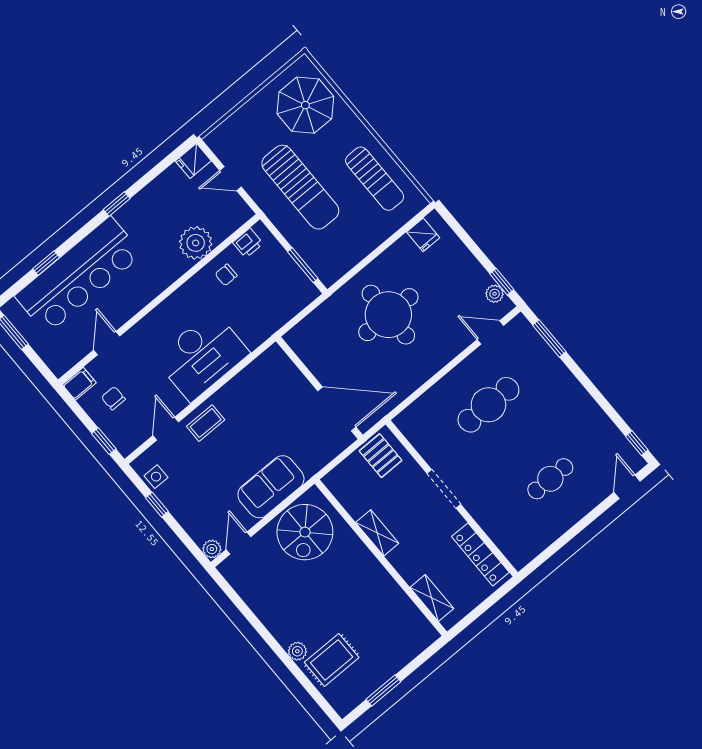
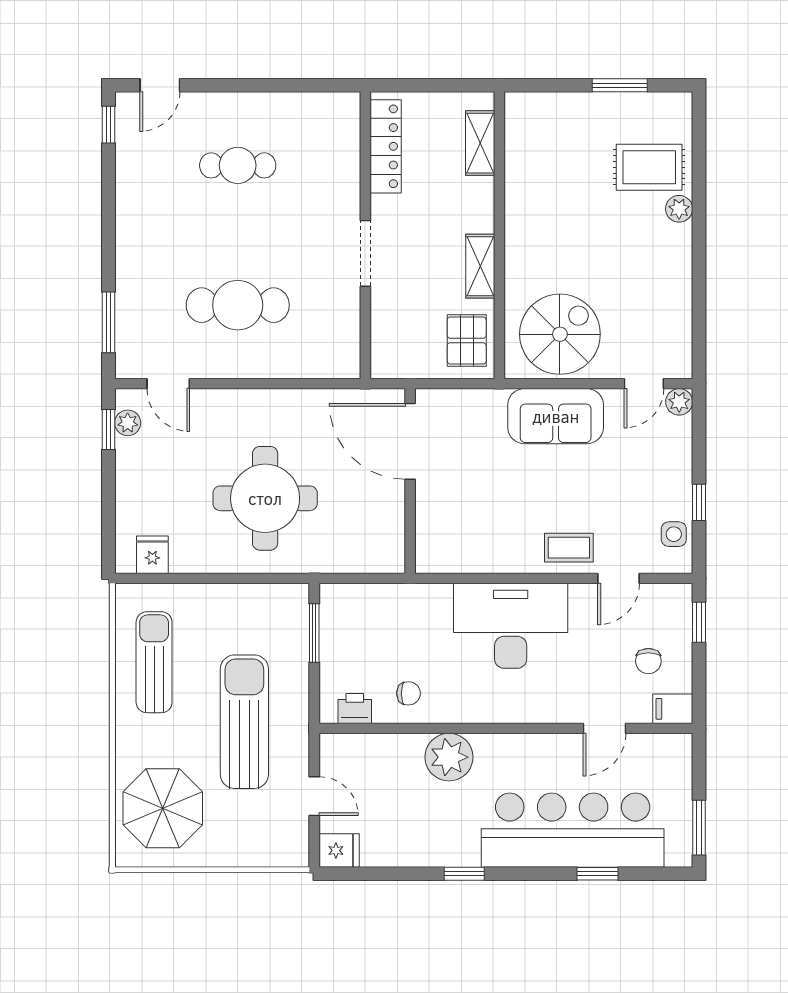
plant: (196, 243) -> (449, 757), moved
pallet: (381, 456) -> (467, 340), moved

